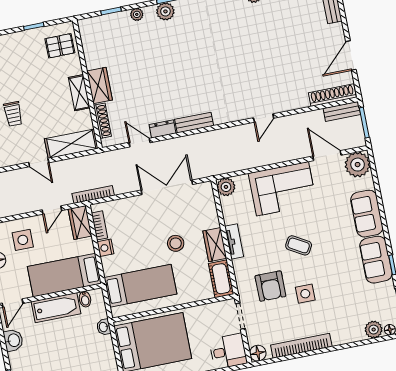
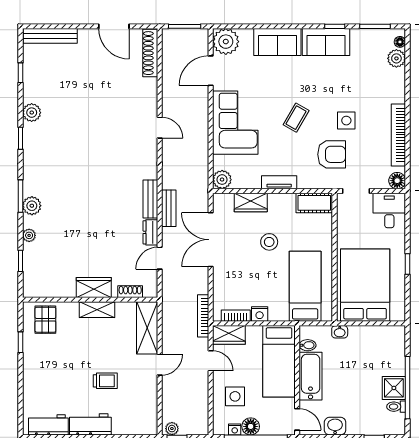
bench: (342, 111) -> (169, 208), moved
shoe rack: (102, 121) -> (130, 292), width x0.70
wardrobe: (215, 245) -> (251, 202), moved

